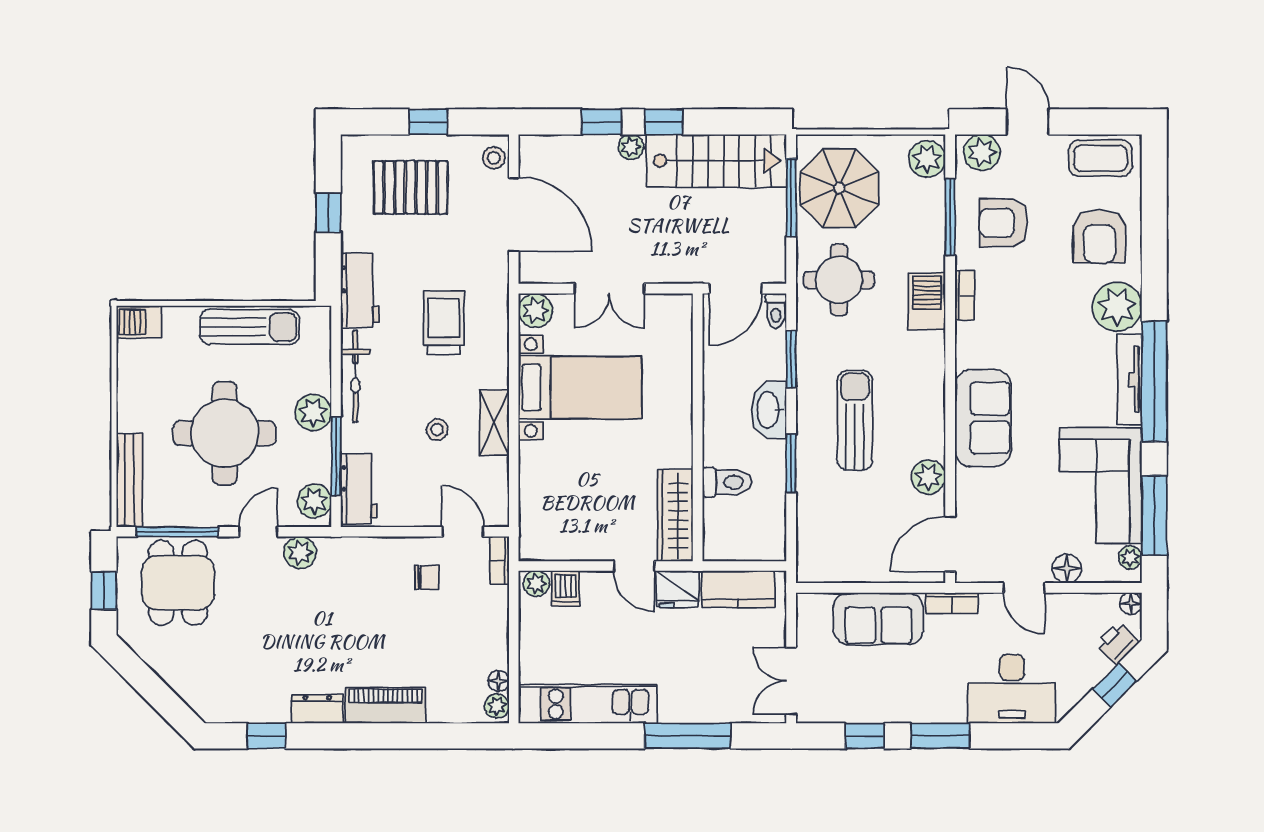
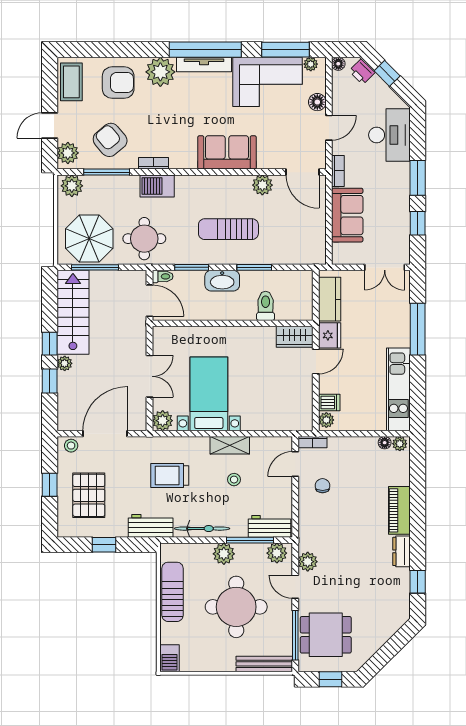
armchair: (1004, 223) -> (110, 140), turned 140
wardrobe: (675, 515) -> (295, 337), width x0.67

